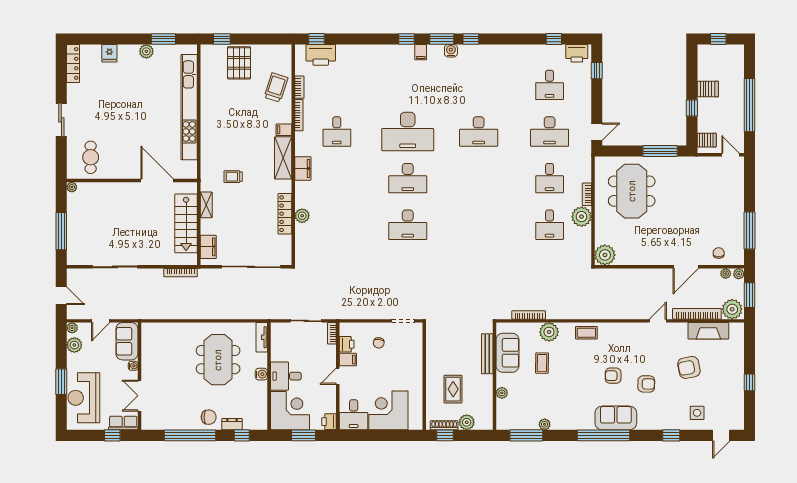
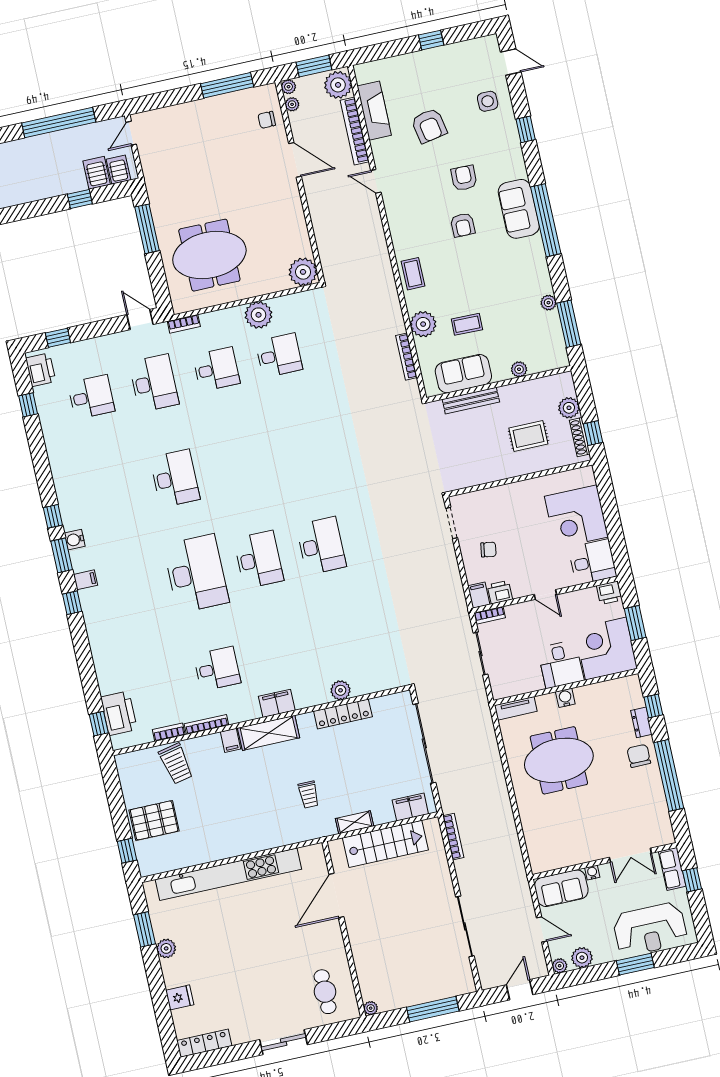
trolley: (276, 87) -> (176, 764), turned -120
server rack: (708, 89) -> (97, 173), moved
cafe table: (91, 157) -> (325, 992), turned 90
bookcase: (587, 194) -> (184, 324), moved
filing cabinet: (348, 360) -> (479, 595), moved

